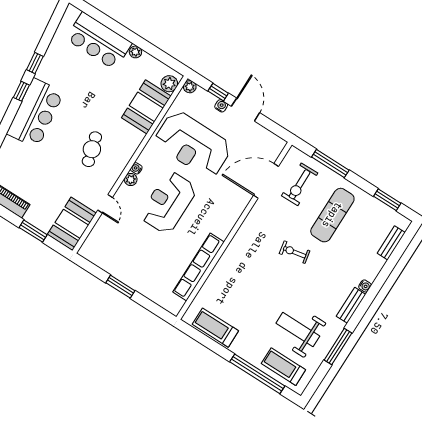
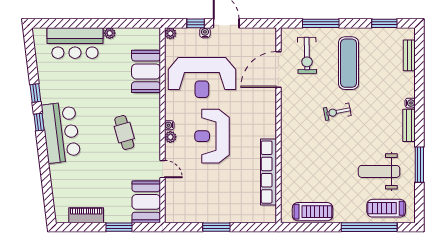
plant: (169, 84) -> (153, 41), removed
treadmill: (215, 328) -> (312, 212), turned 180

